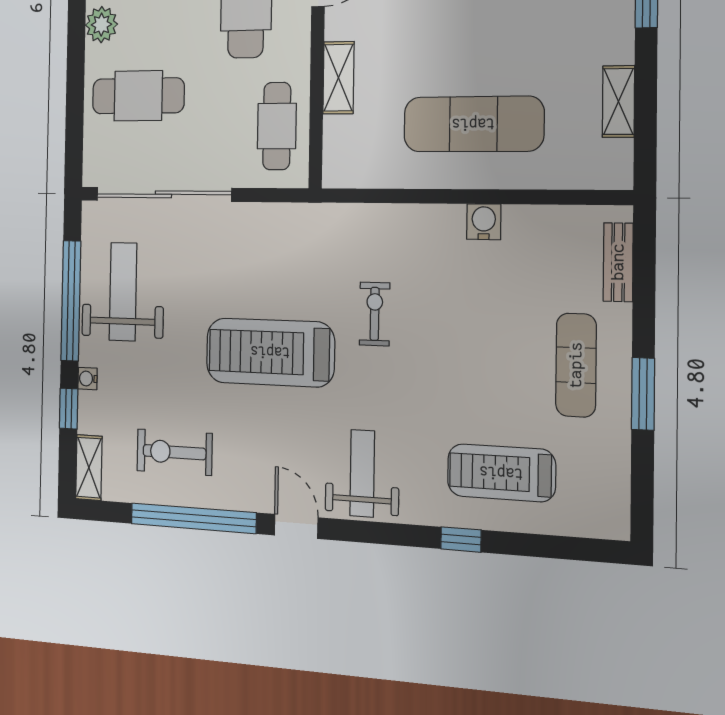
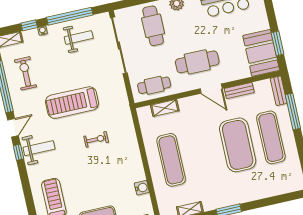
shelving: (338, 78) -> (165, 108), moved
water cooler: (484, 222) -> (142, 188), moved
weight bench: (123, 292) -> (79, 38), width x0.73, depth x0.75
treadmill: (270, 352) -> (72, 103), turned -90
window: (461, 539) -> (19, 152), moved

